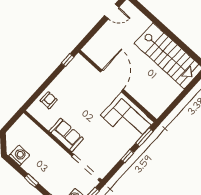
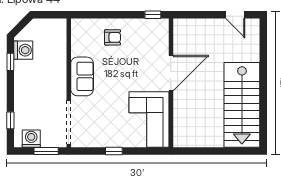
armchair: (49, 100) -> (113, 37), moved
window: (144, 137) -> (146, 151), removed
window: (31, 180) -> (10, 62), moved

